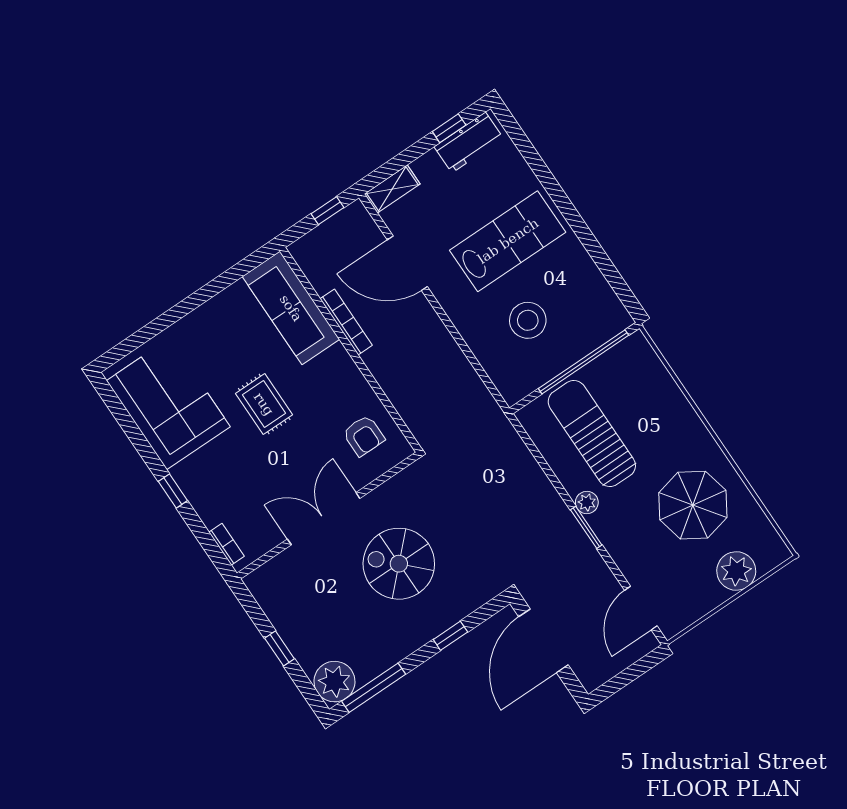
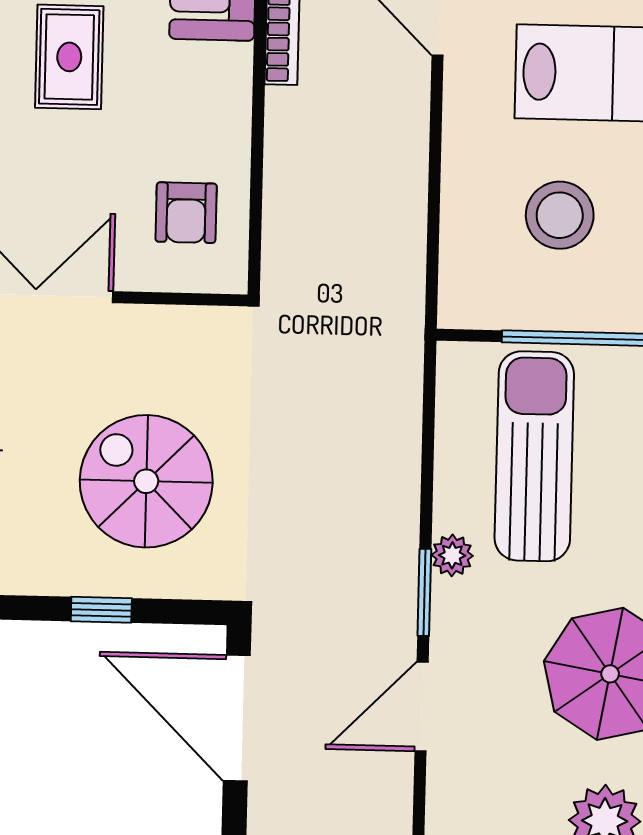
spiral stairs: (399, 564) -> (146, 481), moved
door: (641, 608) -> (422, 707), moved
door: (543, 641) -> (237, 718), hinge flipped

